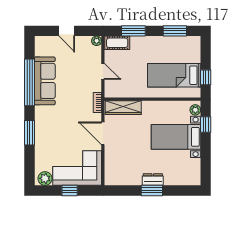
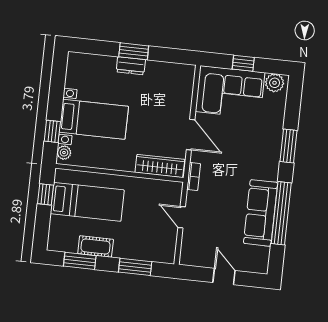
plant: (97, 41) -> (186, 259), removed
cot: (117, 43) -> (96, 246), moved

